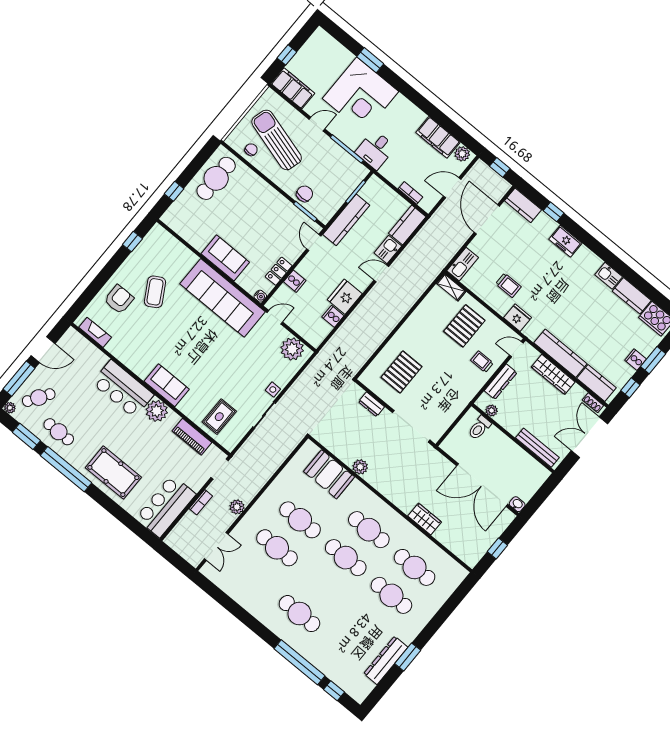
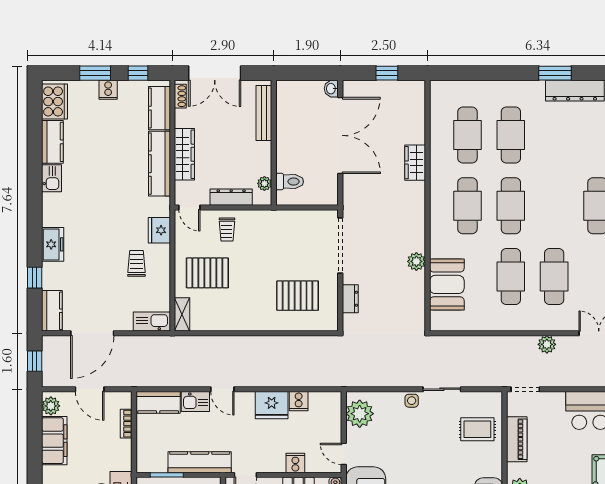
bookcase: (201, 502) -> (570, 381), removed

